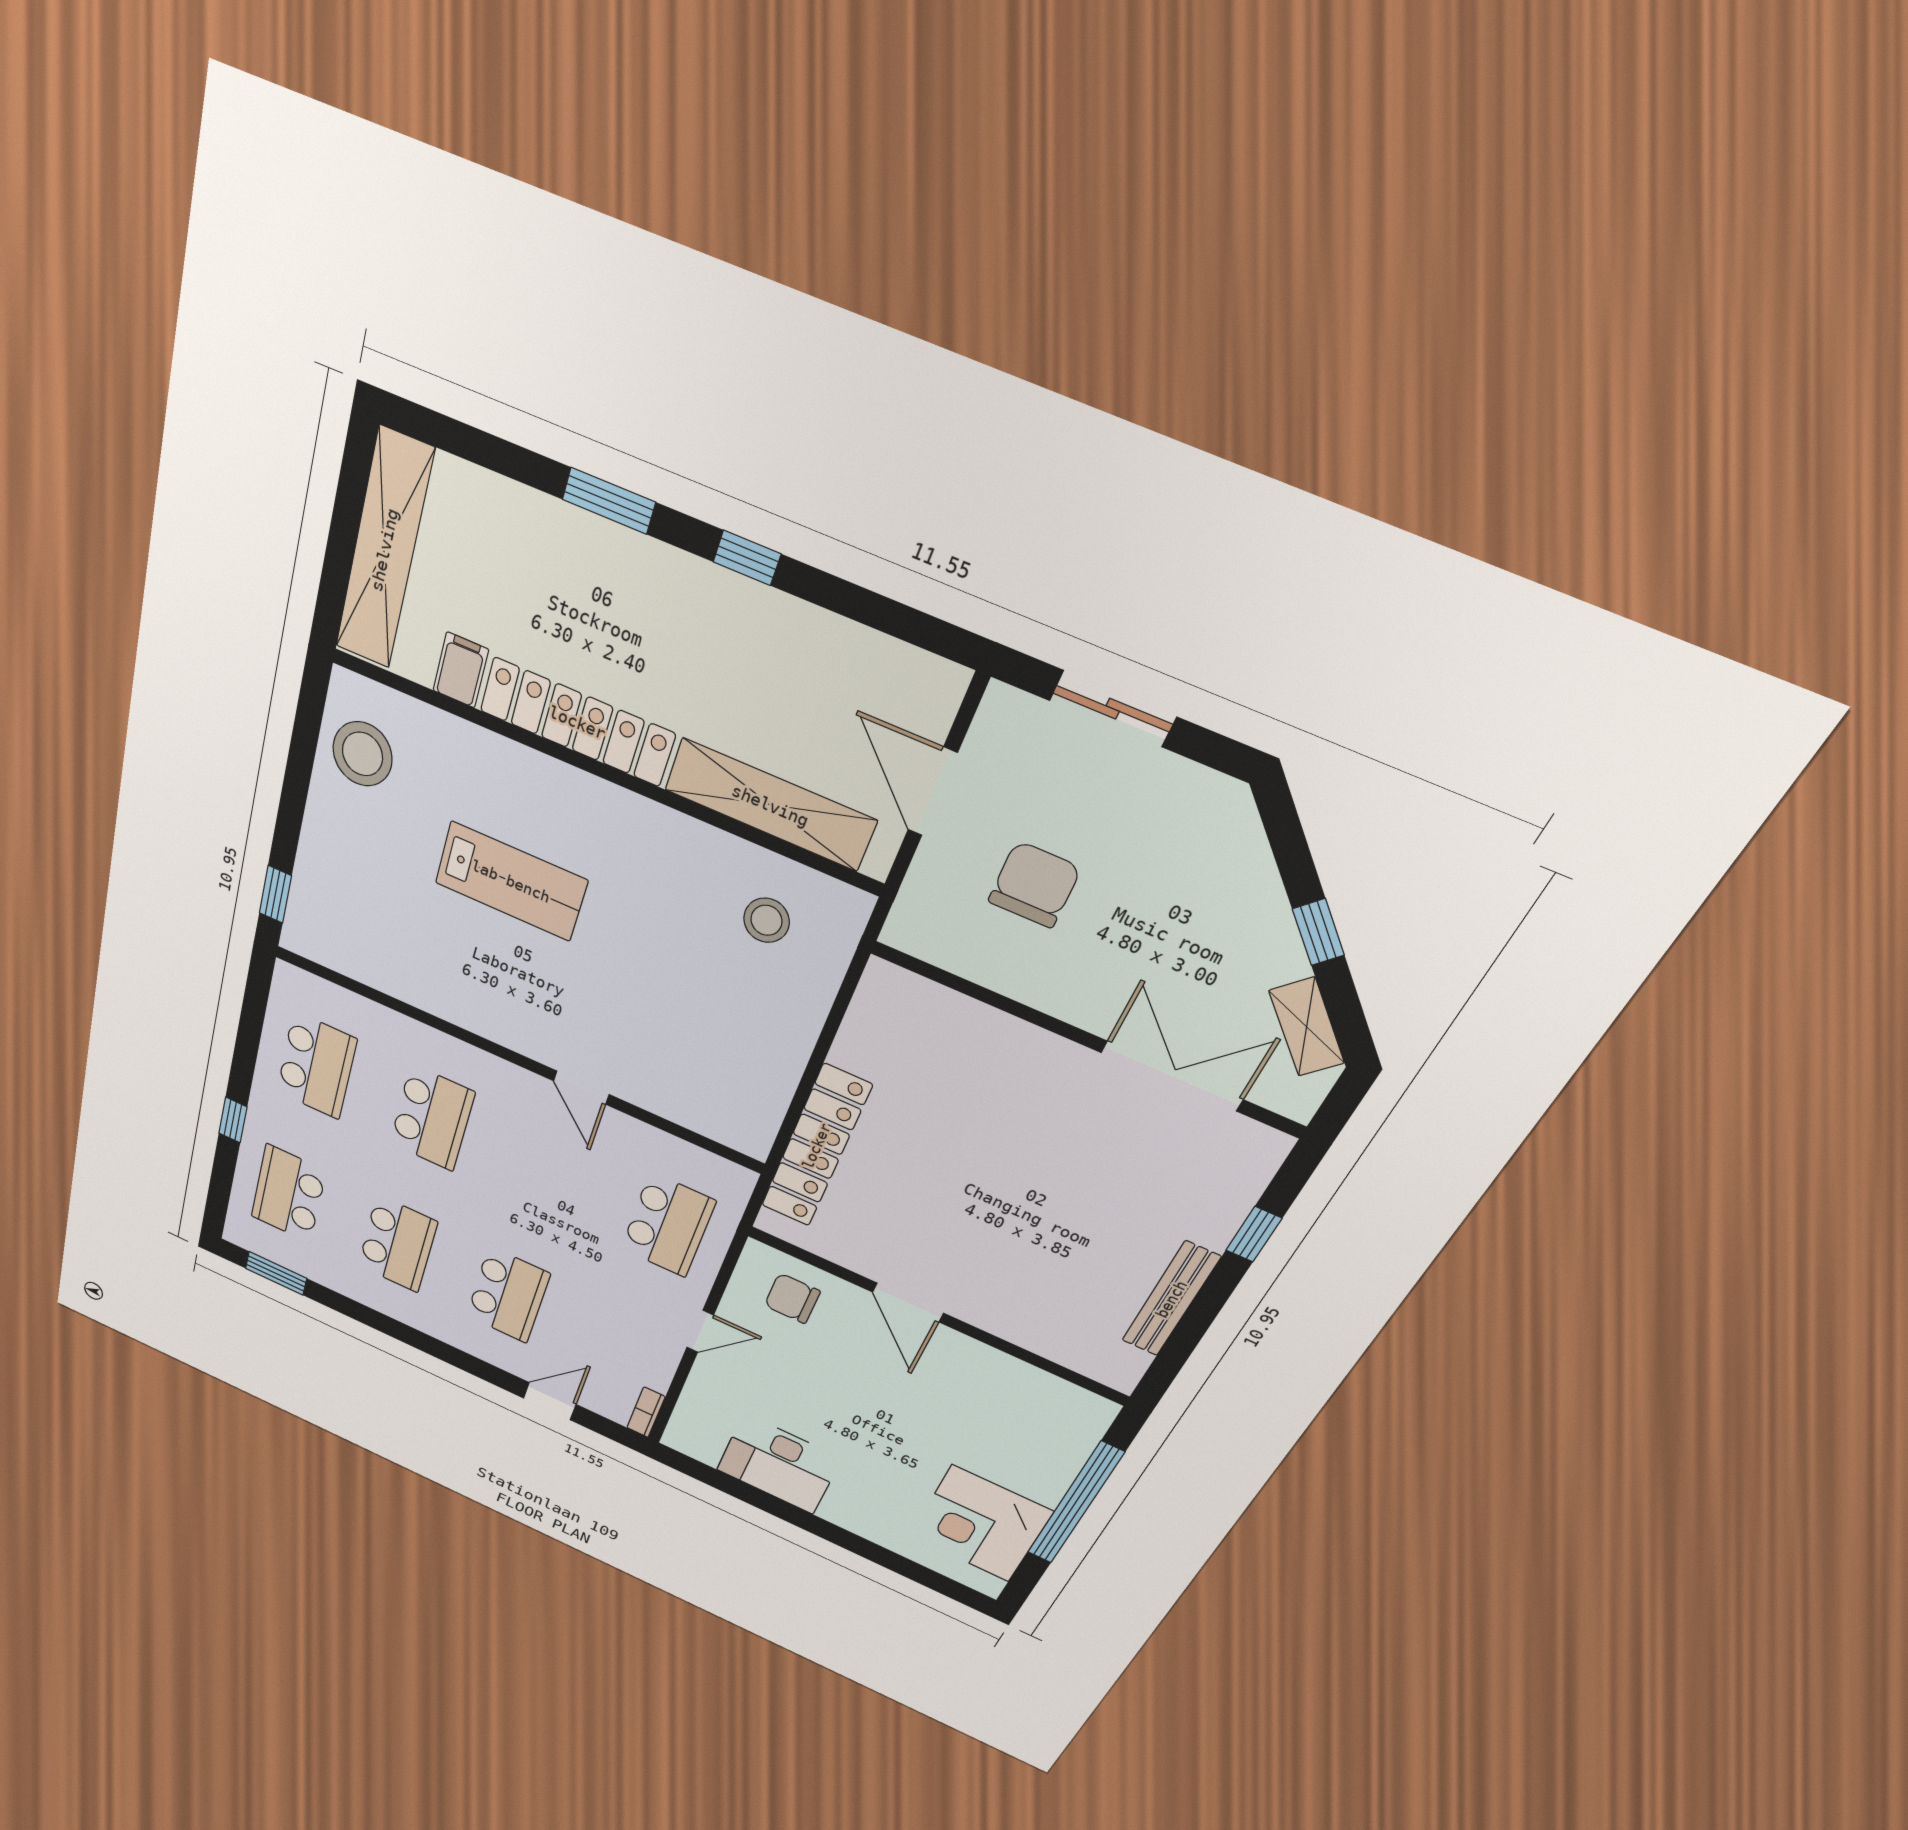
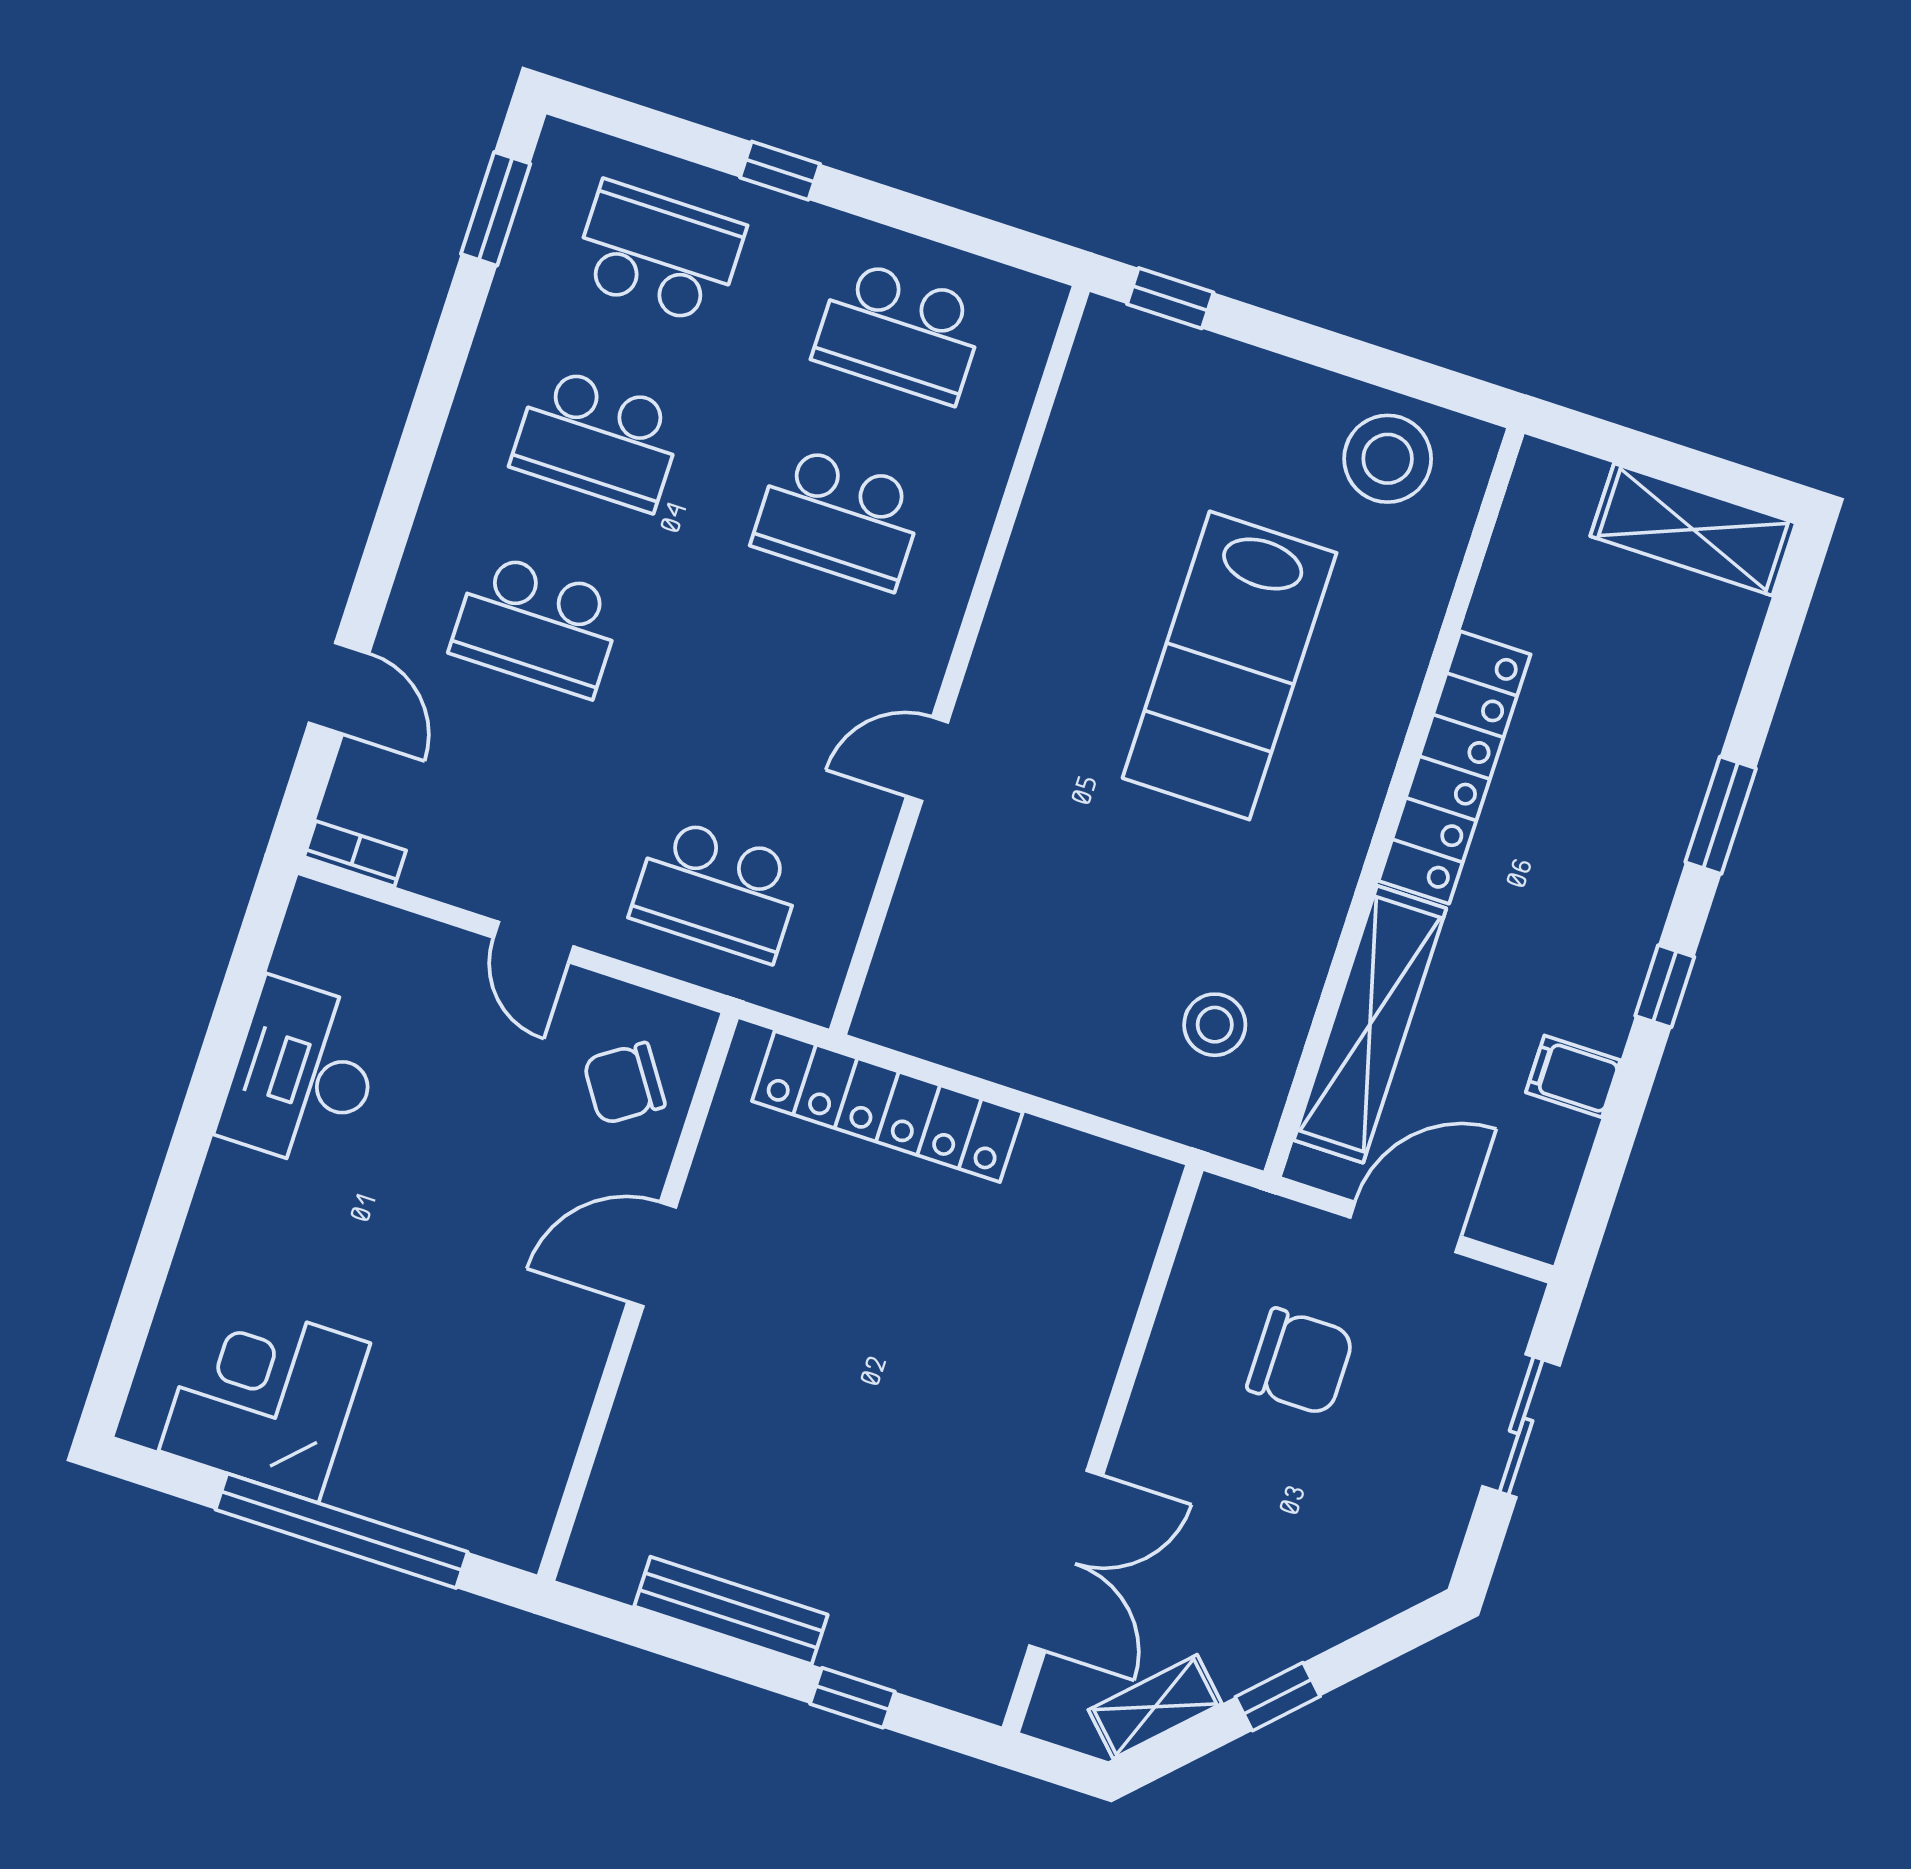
shelving: (384, 550) -> (1693, 530), width x0.68
filing cabinet: (461, 670) -> (1573, 1076), moved, turned 180
lab bench: (511, 881) -> (1230, 665), width x1.36, depth x1.39
chair: (792, 1298) -> (624, 1083), turned -124

